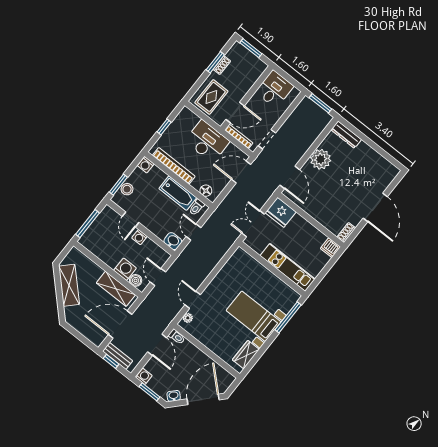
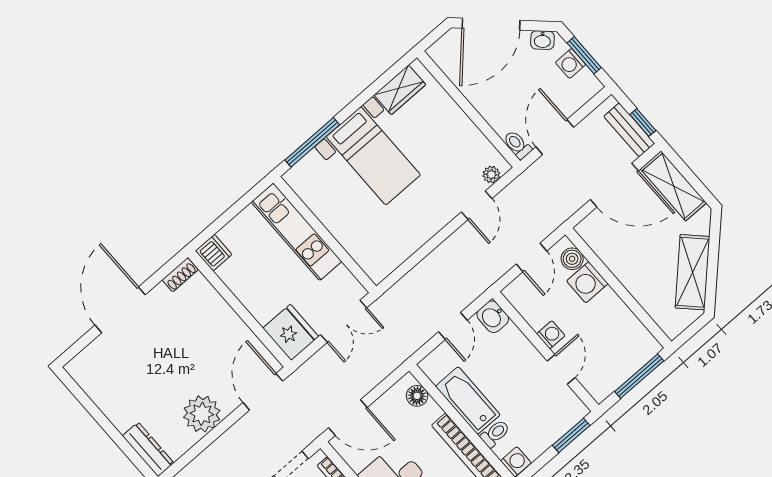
stool: (127, 189) -> (557, 424), removed
toilet: (197, 207) -> (495, 434), moved
shelving: (116, 289) -> (673, 186), moved
washing machine: (144, 376) -> (571, 63), moved

